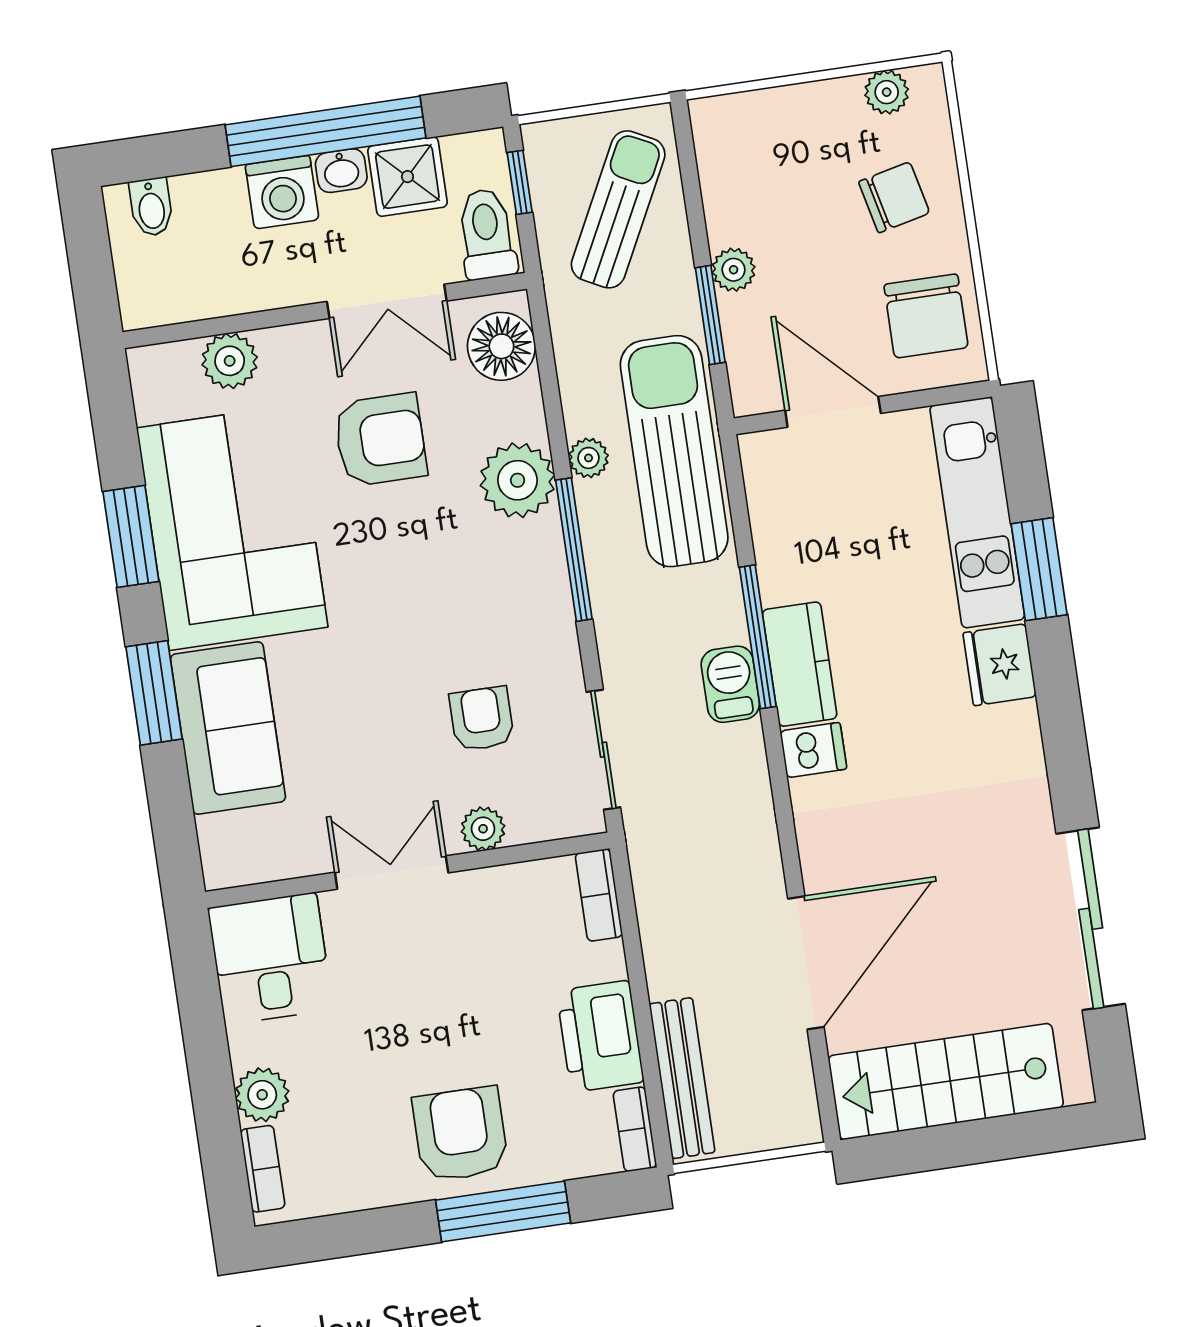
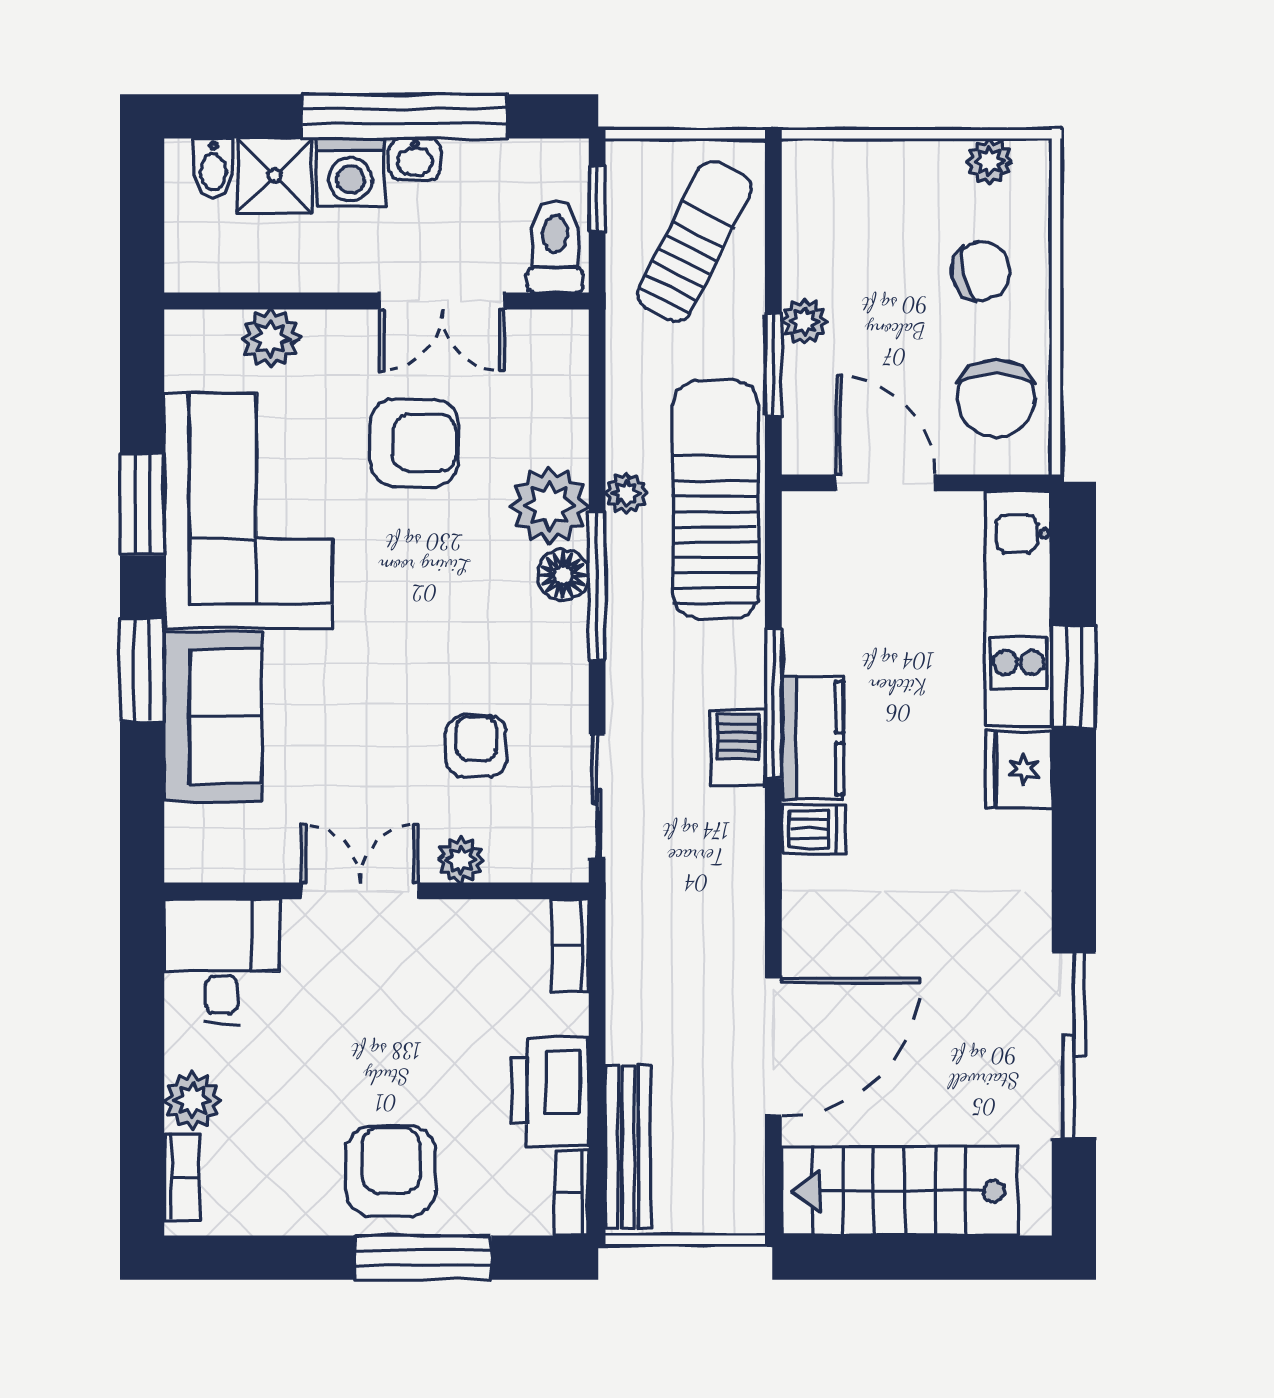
shower: (407, 177) -> (275, 176), moved
floor lamp: (501, 346) -> (563, 575), moved, width x0.73, depth x0.73

